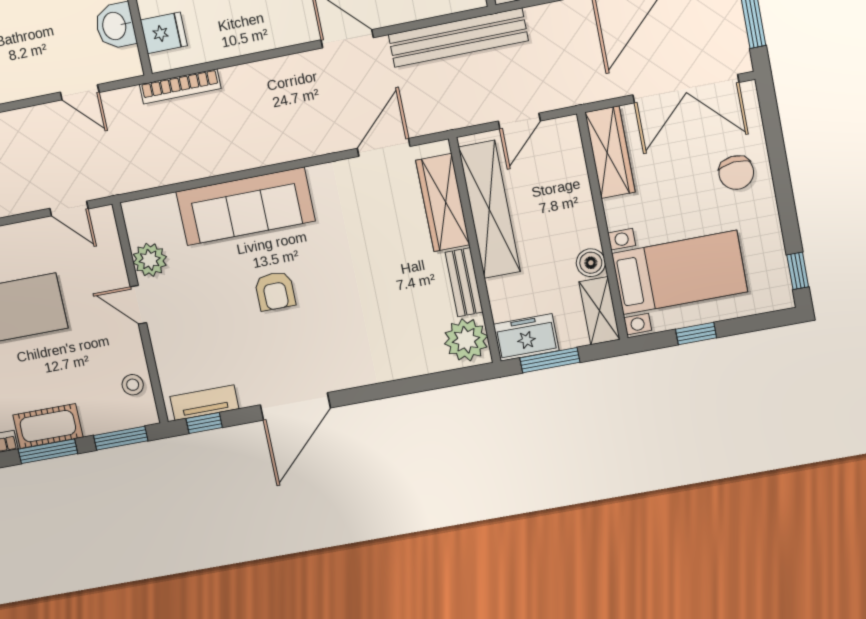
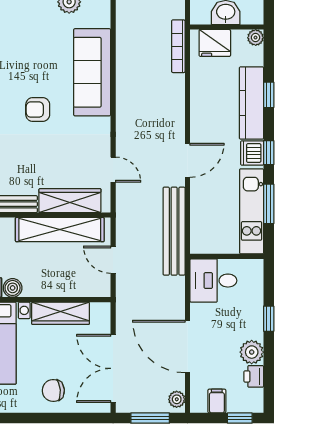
fridge: (164, 33) -> (215, 43), width x1.38
door: (384, 147) -> (113, 170), width x0.73
wardrobe: (610, 152) -> (61, 313), moved
armchair: (275, 291) -> (38, 110), moved

